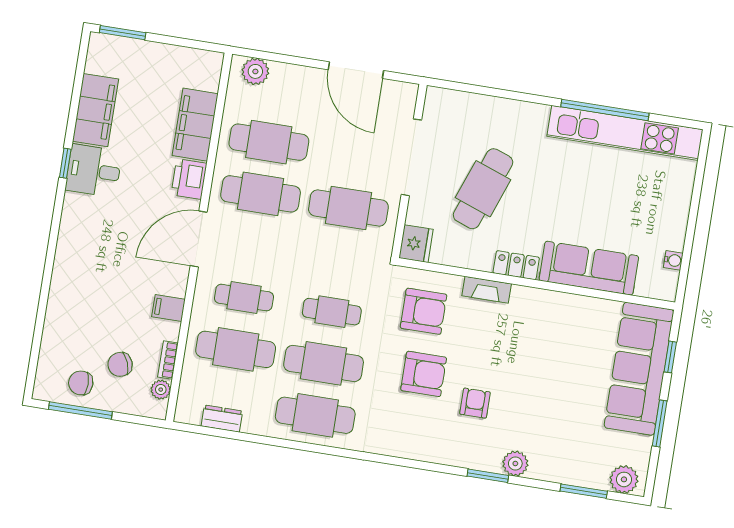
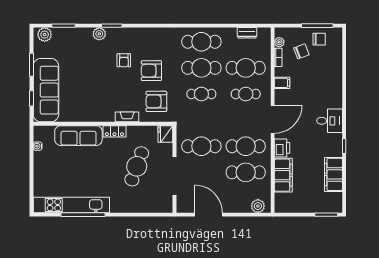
desk: (94, 171) -> (330, 121), moved

